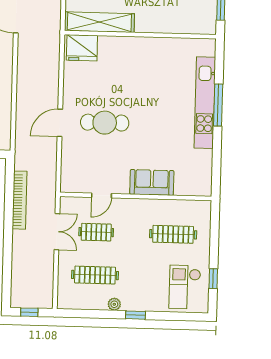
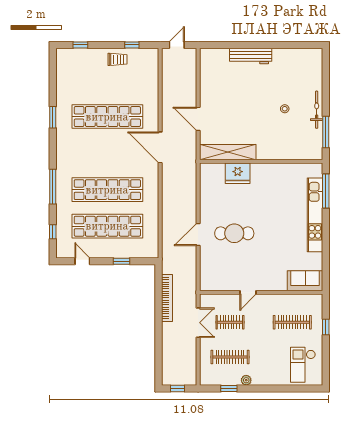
fridge: (82, 48) -> (238, 173), moved
window: (218, 105) -> (326, 191), moved
sofa: (152, 182) -> (305, 281), moved
door: (102, 195) -> (248, 292), moved
window: (213, 279) -> (326, 327), moved
window: (136, 315) -> (229, 389), moved

